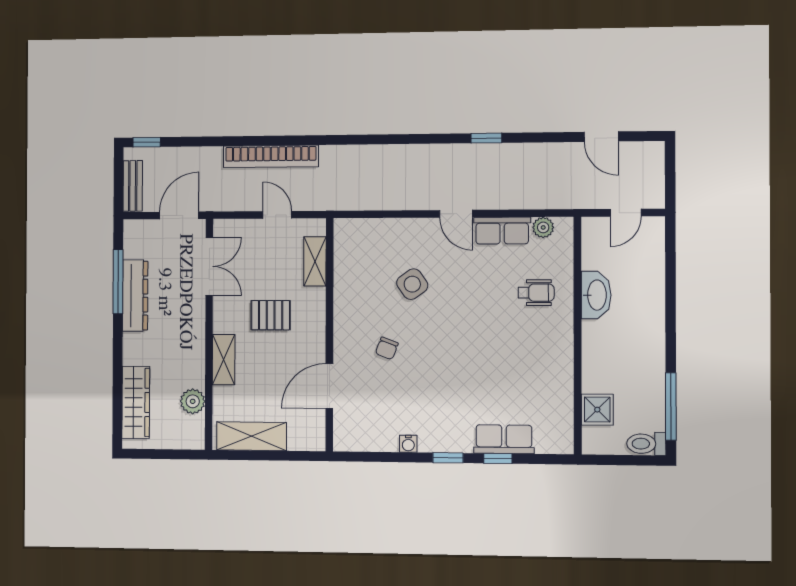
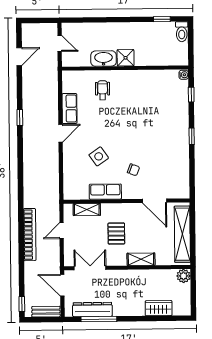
plant: (543, 227) -> (68, 87), removed
dresser: (135, 296) -> (92, 309), moved
plant: (193, 401) -> (183, 276), moved
wardrobe: (136, 402) -> (159, 308), width x0.67
window: (671, 406) -> (162, 19), width x0.46
shower: (597, 410) -> (126, 58), moved
shelving: (252, 436) -> (182, 234), width x1.47
row of seats: (504, 439) -> (105, 192), moved, turned 90
water cooler: (408, 444) -> (184, 75), moved
window: (498, 458) -> (191, 95), moved

